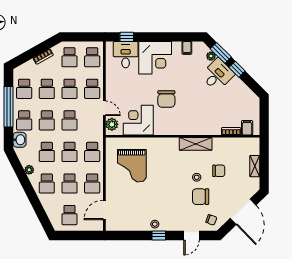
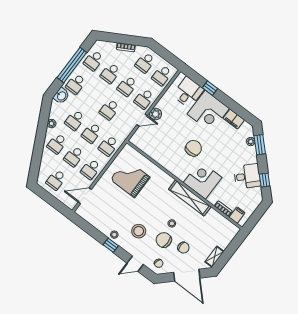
window: (127, 37) -> (210, 88), moved
filing cabinet: (187, 48) -> (234, 119), width x2.00
window: (237, 69) -> (265, 180), moved
desk: (217, 75) -> (247, 176), moved
chair: (166, 99) -> (193, 148), turned 180
door: (104, 108) -> (142, 120), hinge flipped
school desk: (47, 120) -> (93, 97), removed
corner desk: (138, 120) -> (203, 180), moved
plant: (112, 124) -> (156, 114), moved
shelving: (196, 144) -> (190, 198), width x1.47
grand piano: (132, 166) -> (130, 178), turned 90
shelving: (255, 166) -> (214, 257), moved
chair: (219, 171) -> (183, 248), moved
stool: (173, 205) -> (139, 231), added
door: (243, 212) -> (187, 275), hinge flipped

